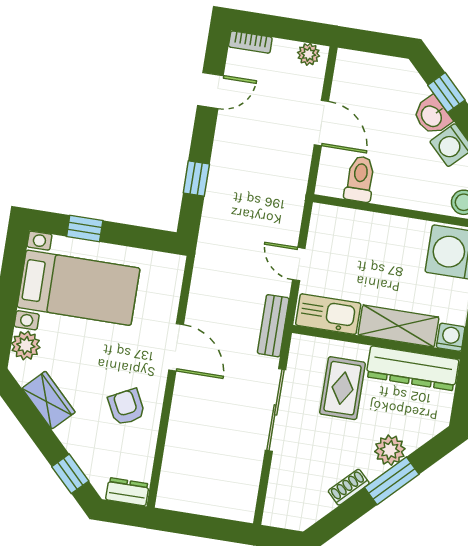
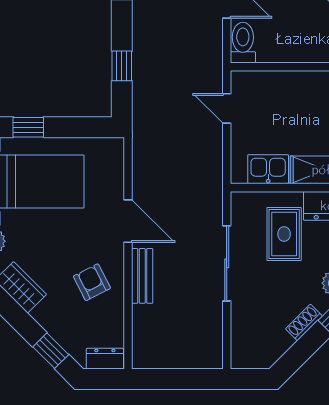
toilet: (360, 179) -> (243, 43), moved
door: (299, 264) -> (227, 108), moved
kitchen sink: (328, 314) -> (268, 169), width x0.73
bench: (273, 326) -> (142, 276), moved

